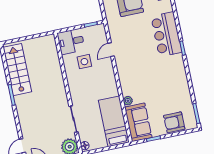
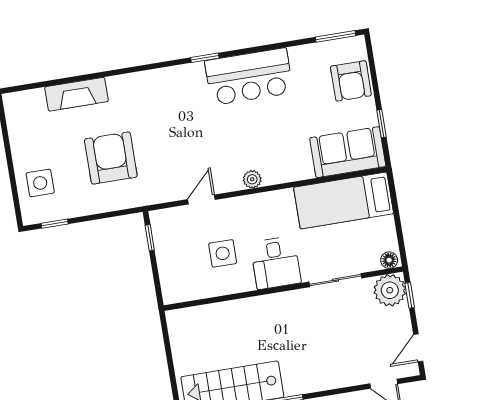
bar counter: (166, 34) -> (249, 77), moved
desk: (71, 42) -> (276, 263), moved
door: (111, 50) -> (201, 200), swing flipped
plant: (128, 101) -> (252, 179), moved

